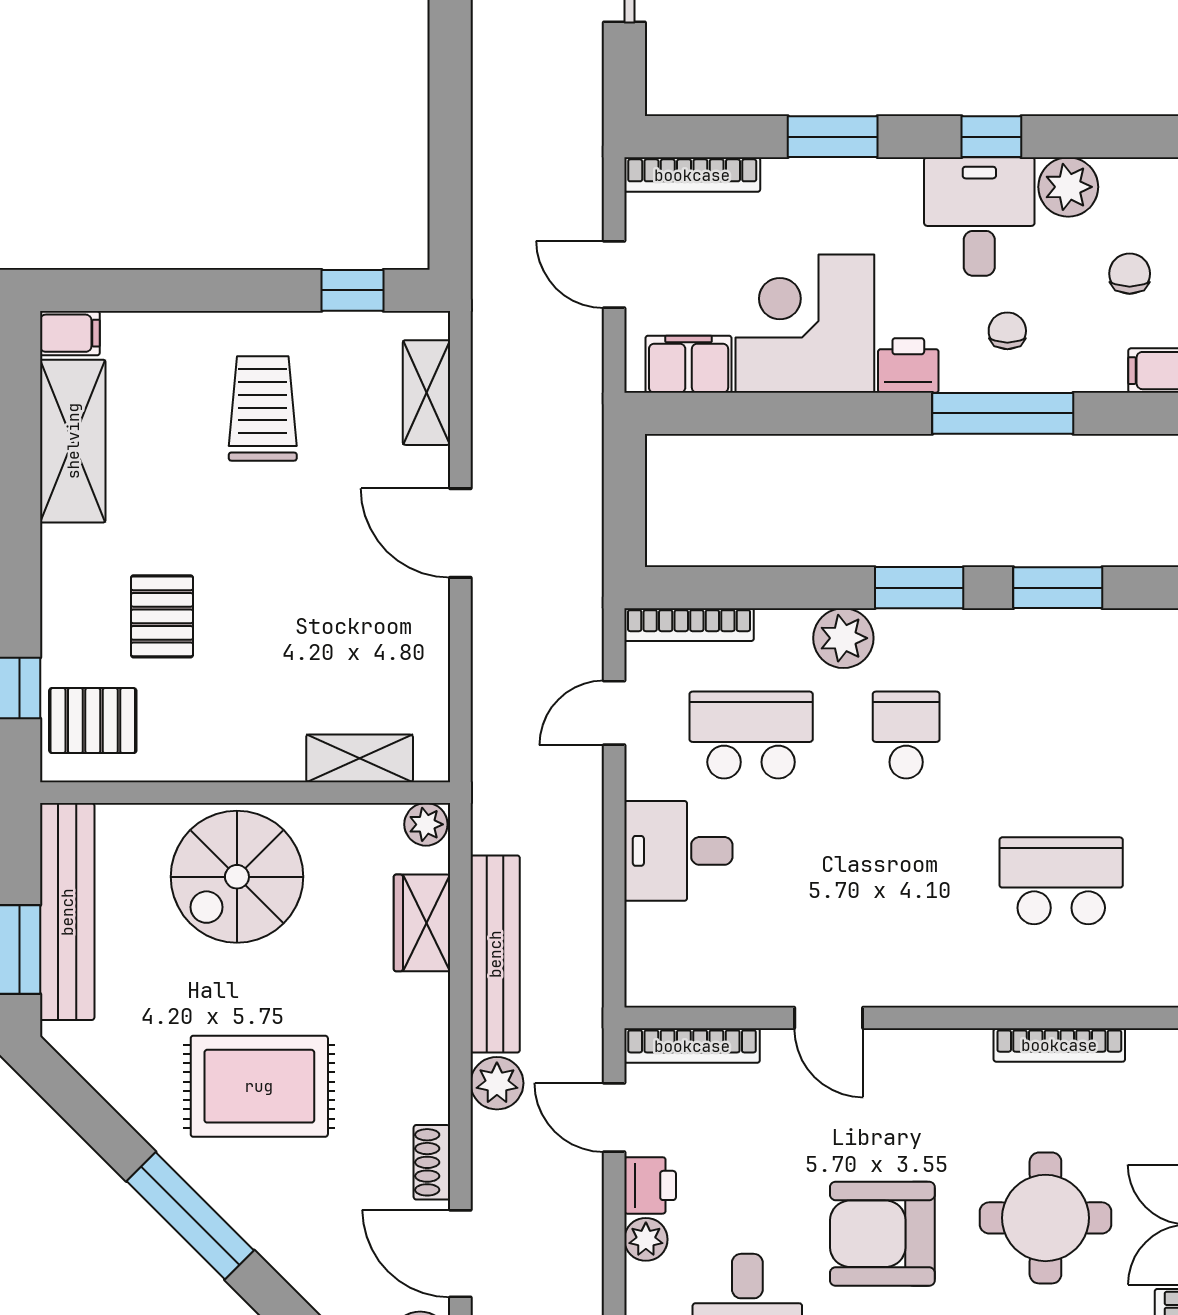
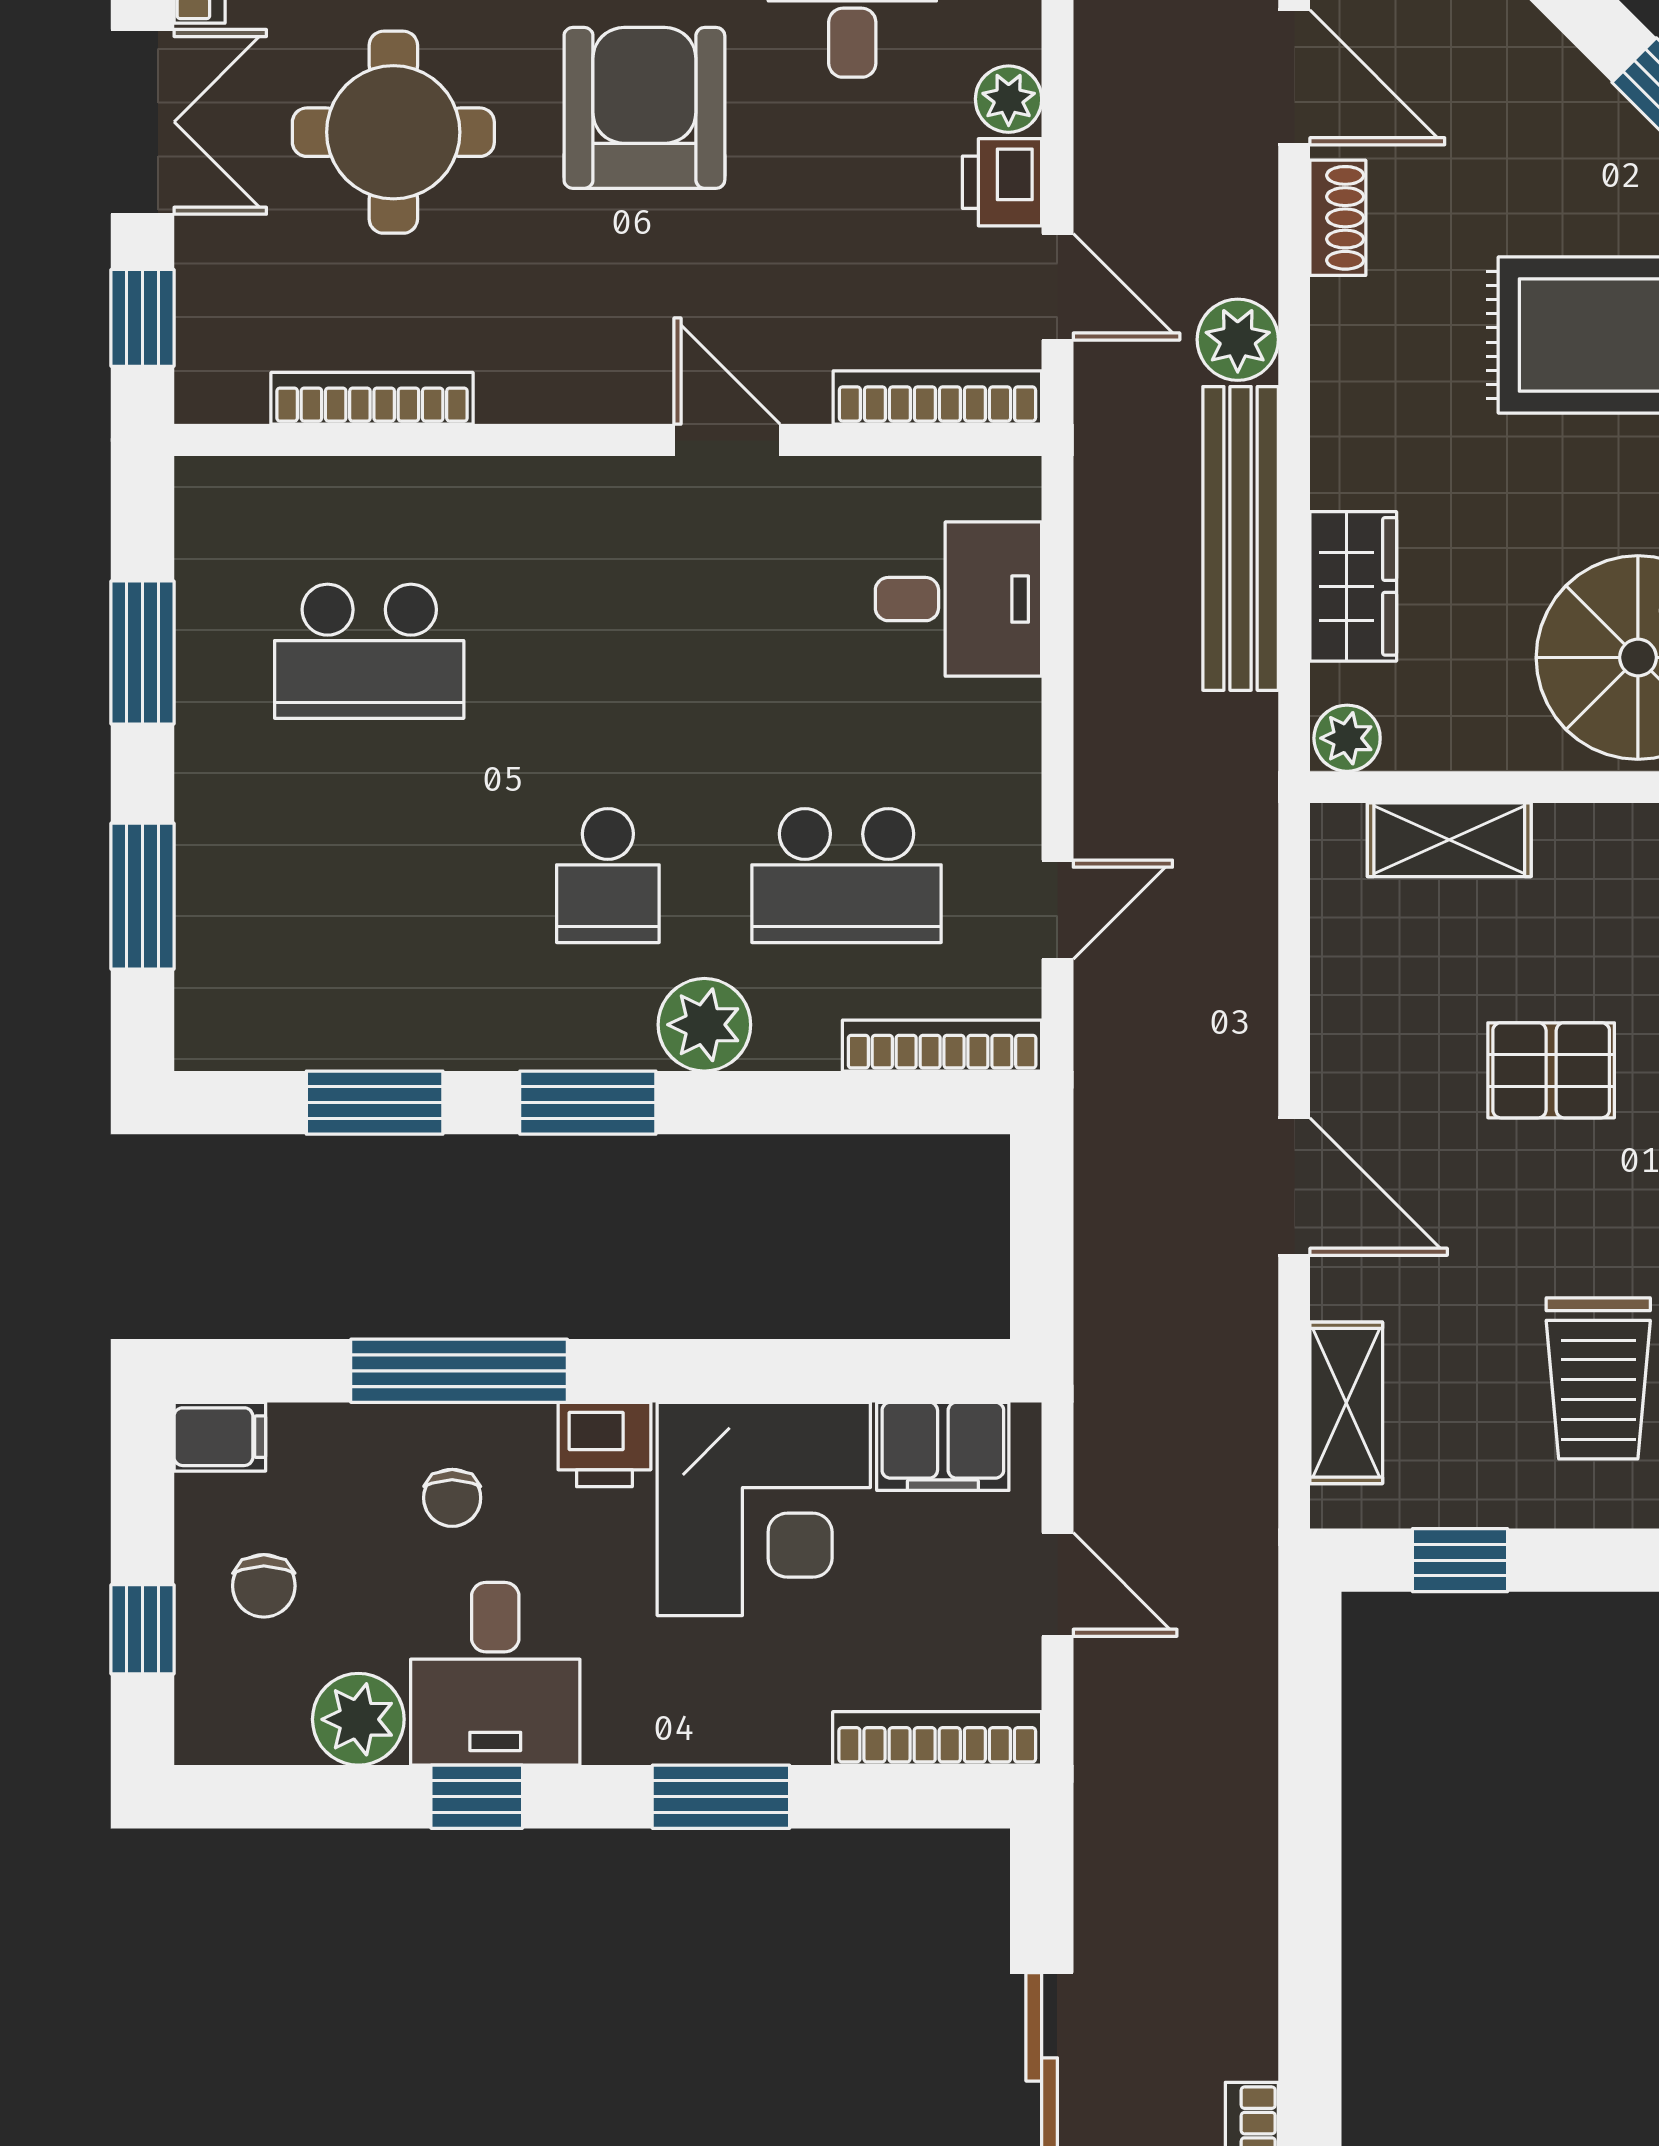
pallet: (293, 609) -> (1551, 1070), added
desk: (678, 851) -> (959, 599), moved
armchair: (882, 1234) -> (644, 108), turned -90

